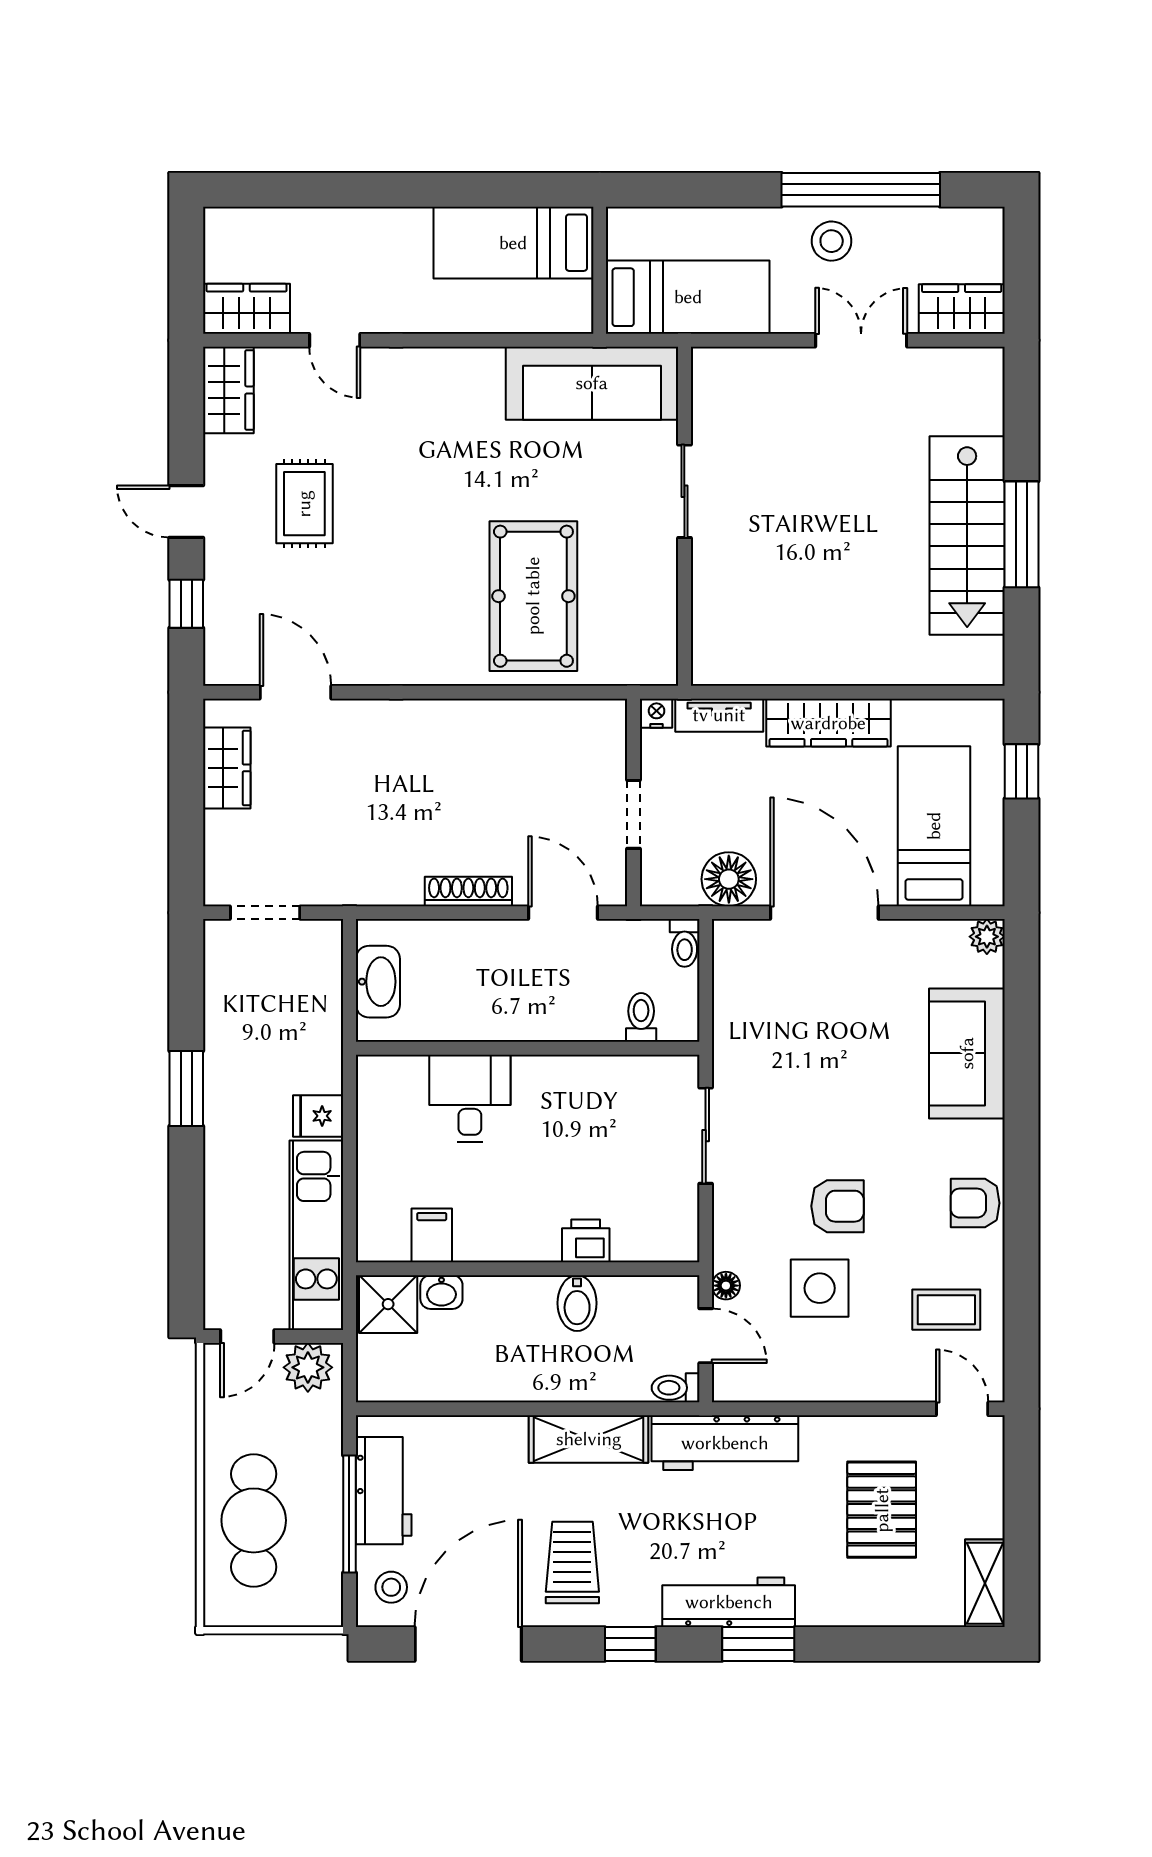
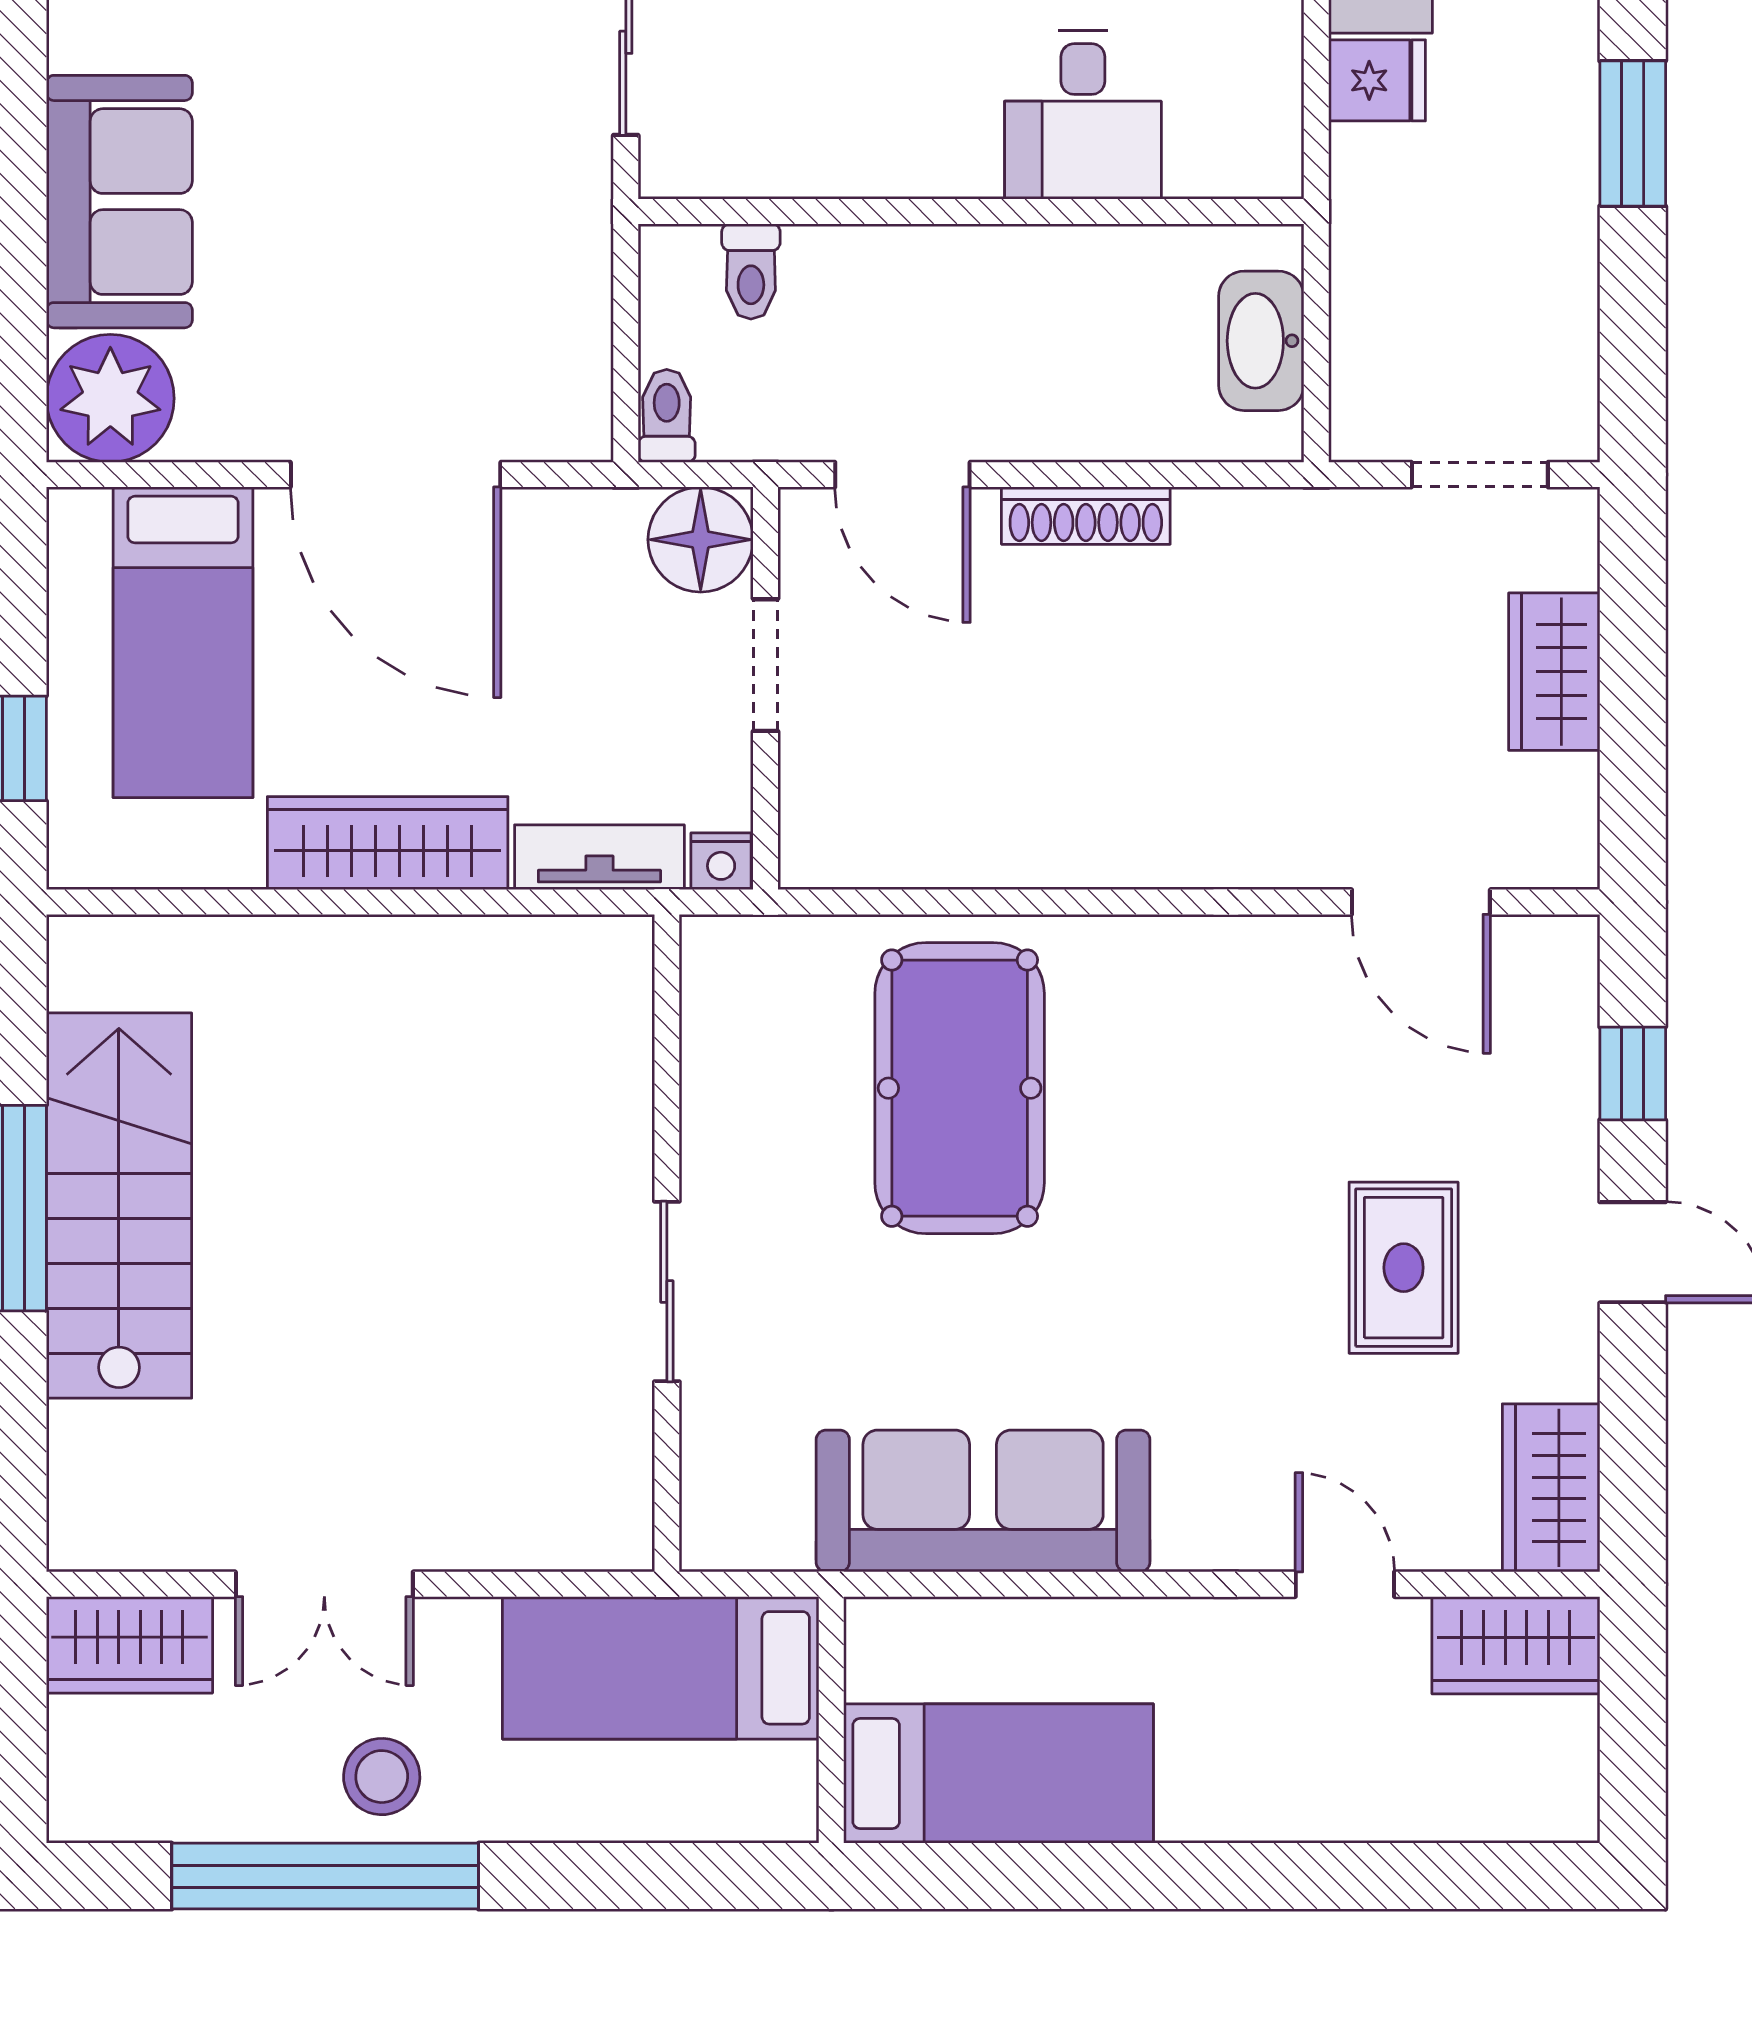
sofa: (592, 383) -> (983, 1501), moved
wardrobe: (227, 768) -> (1554, 672), moved
floor lamp: (729, 879) -> (701, 540), moved
plant: (987, 937) -> (110, 398), width x1.87, depth x1.87

